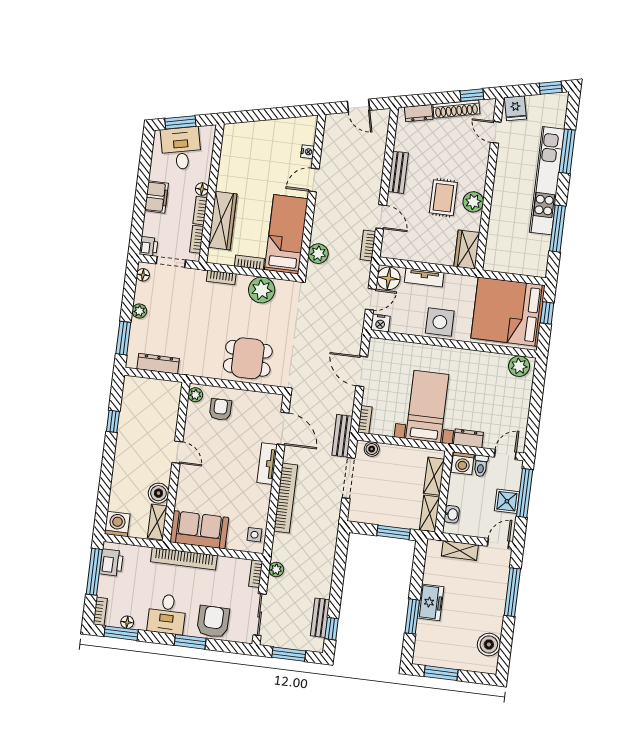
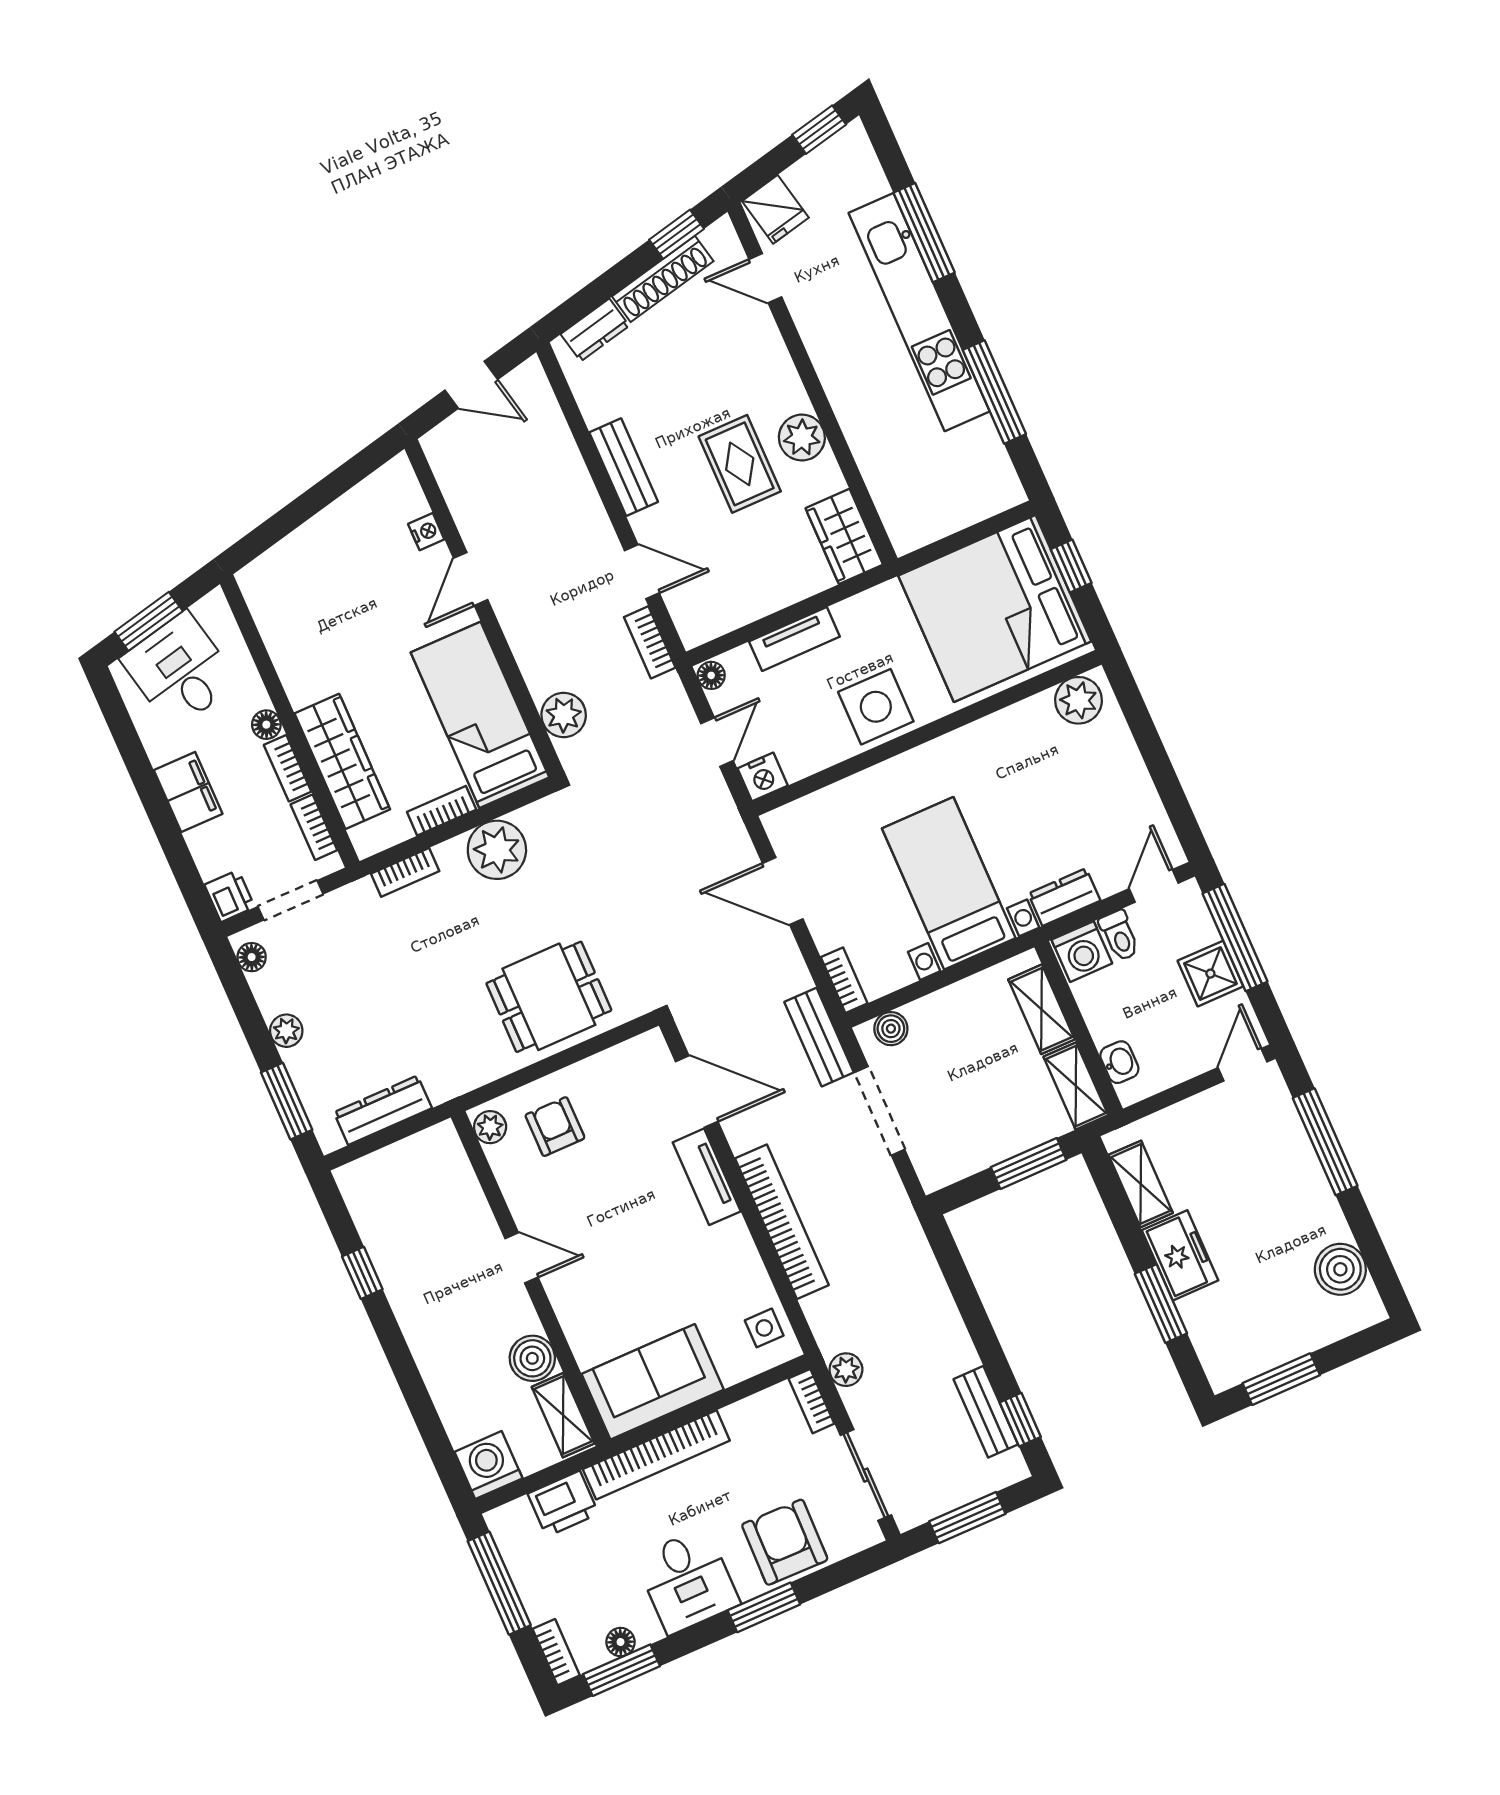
floor lamp: (389, 278) -> (711, 675), width x0.53, depth x0.53
shelving: (460, 550) -> (1141, 1184), moved, turned 90
printer: (111, 563) -> (563, 1504), moved, turned 90

